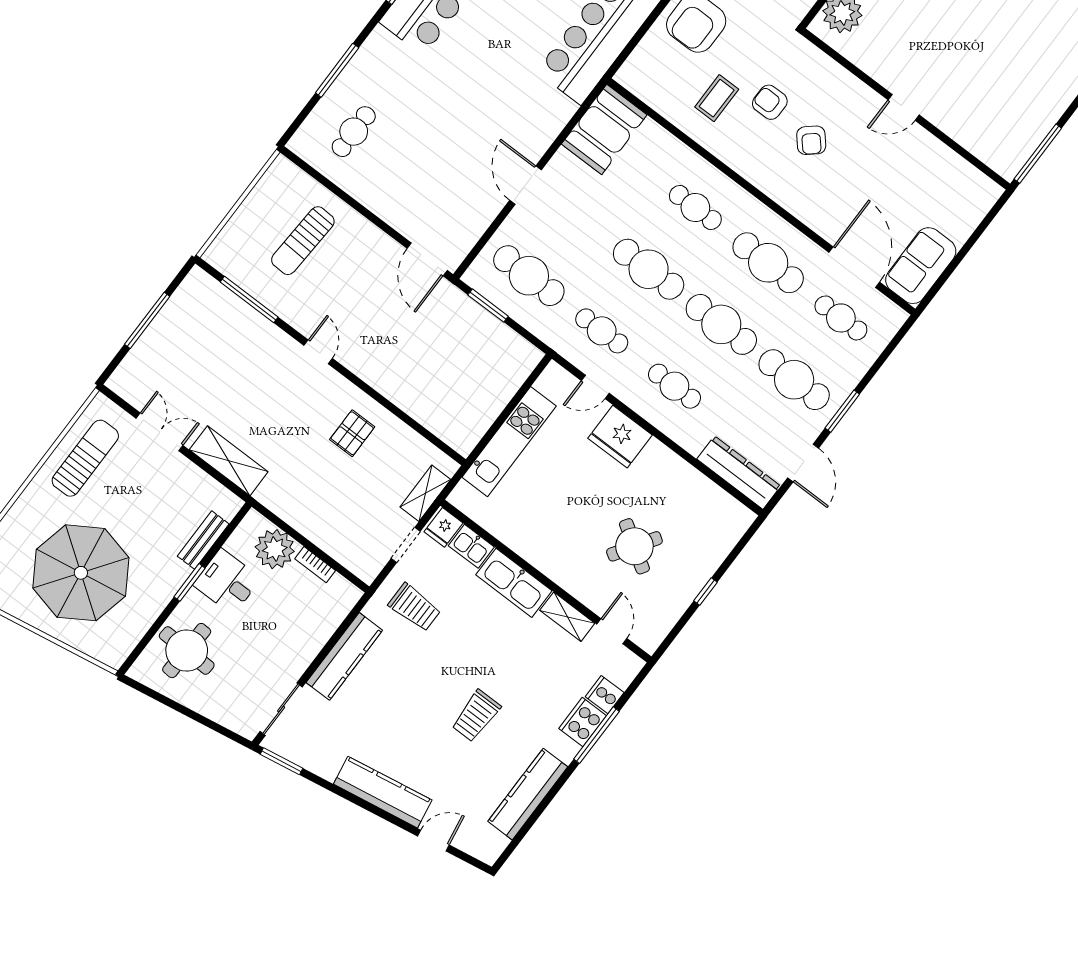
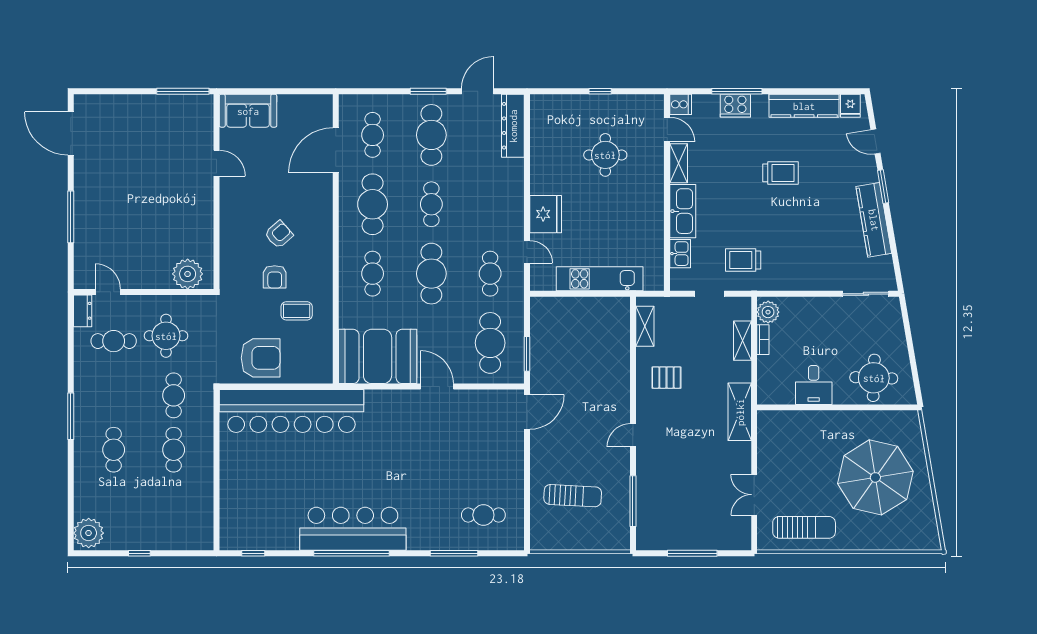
door: (904, 107) -> (216, 163), moved
booth: (604, 129) -> (378, 356), width x1.36, depth x1.42
door: (525, 185) -> (437, 387), swing flipped
sofa: (921, 266) -> (248, 111), moved
cafe table: (721, 324) -> (431, 204), width x0.73, depth x0.74
cafe table: (674, 386) -> (490, 204), removed
sun lounger: (85, 458) -> (804, 527), turned 180
shelving: (229, 461) -> (740, 412), moved
shelving: (425, 493) -> (645, 326), moved, turned 90
fridge: (444, 527) -> (850, 106), moved, turned 90
bench: (203, 540) -> (799, 419), removed
shelving: (330, 542) -> (742, 341), added
round table: (634, 546) -> (605, 155), turned -33
plant: (275, 549) -> (768, 312), moved, width x0.73, depth x0.73
window: (189, 582) -> (831, 407), removed
trolley: (414, 607) -> (743, 260), turned -90
door: (612, 631) -> (667, 130), swing flipped
kitchen counter: (344, 656) -> (805, 280), removed
cooker: (605, 695) -> (681, 104), moved, turned -90
window: (281, 761) -> (883, 187), moved
kitchen counter: (383, 792) -> (874, 220), moved

